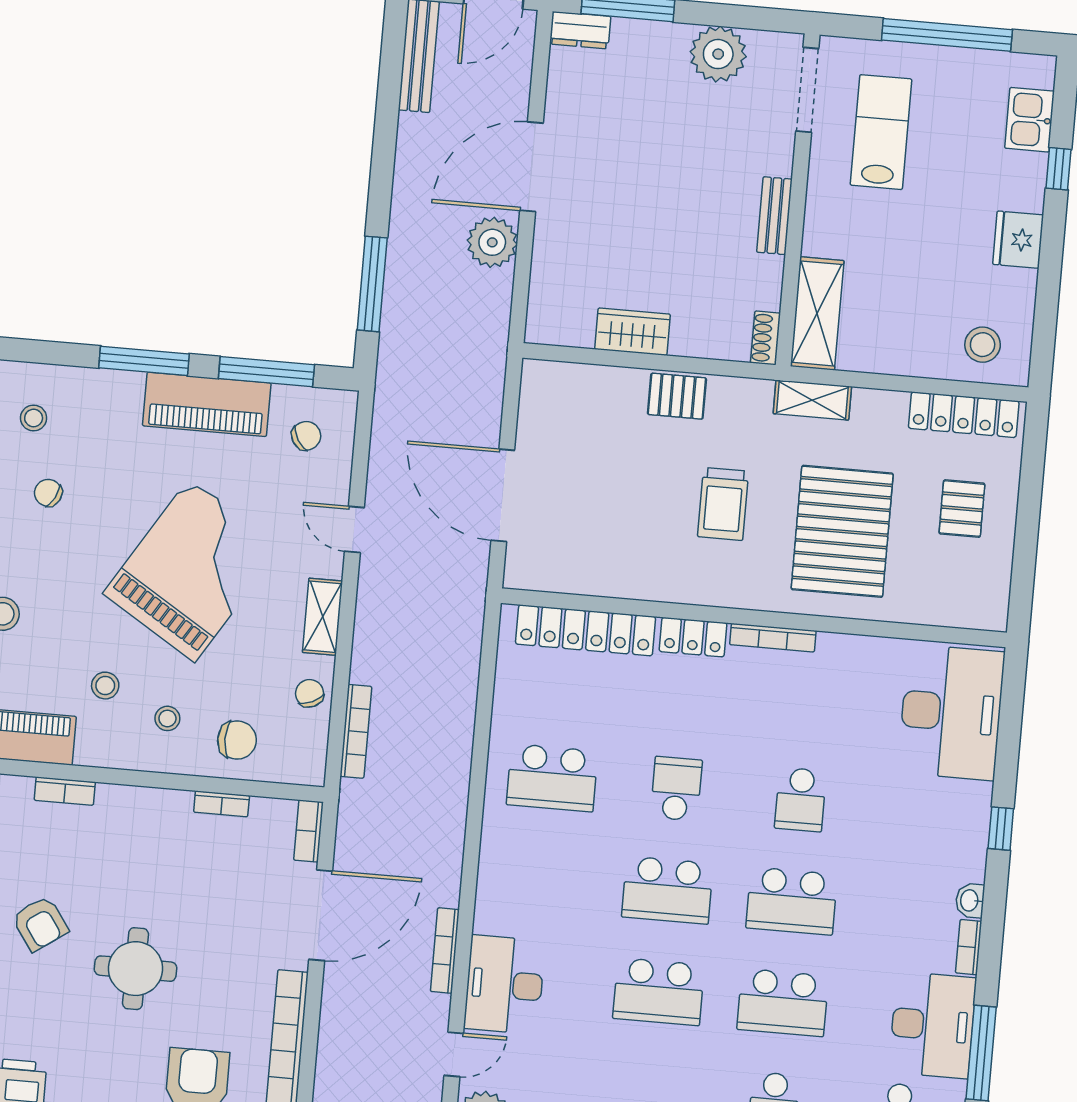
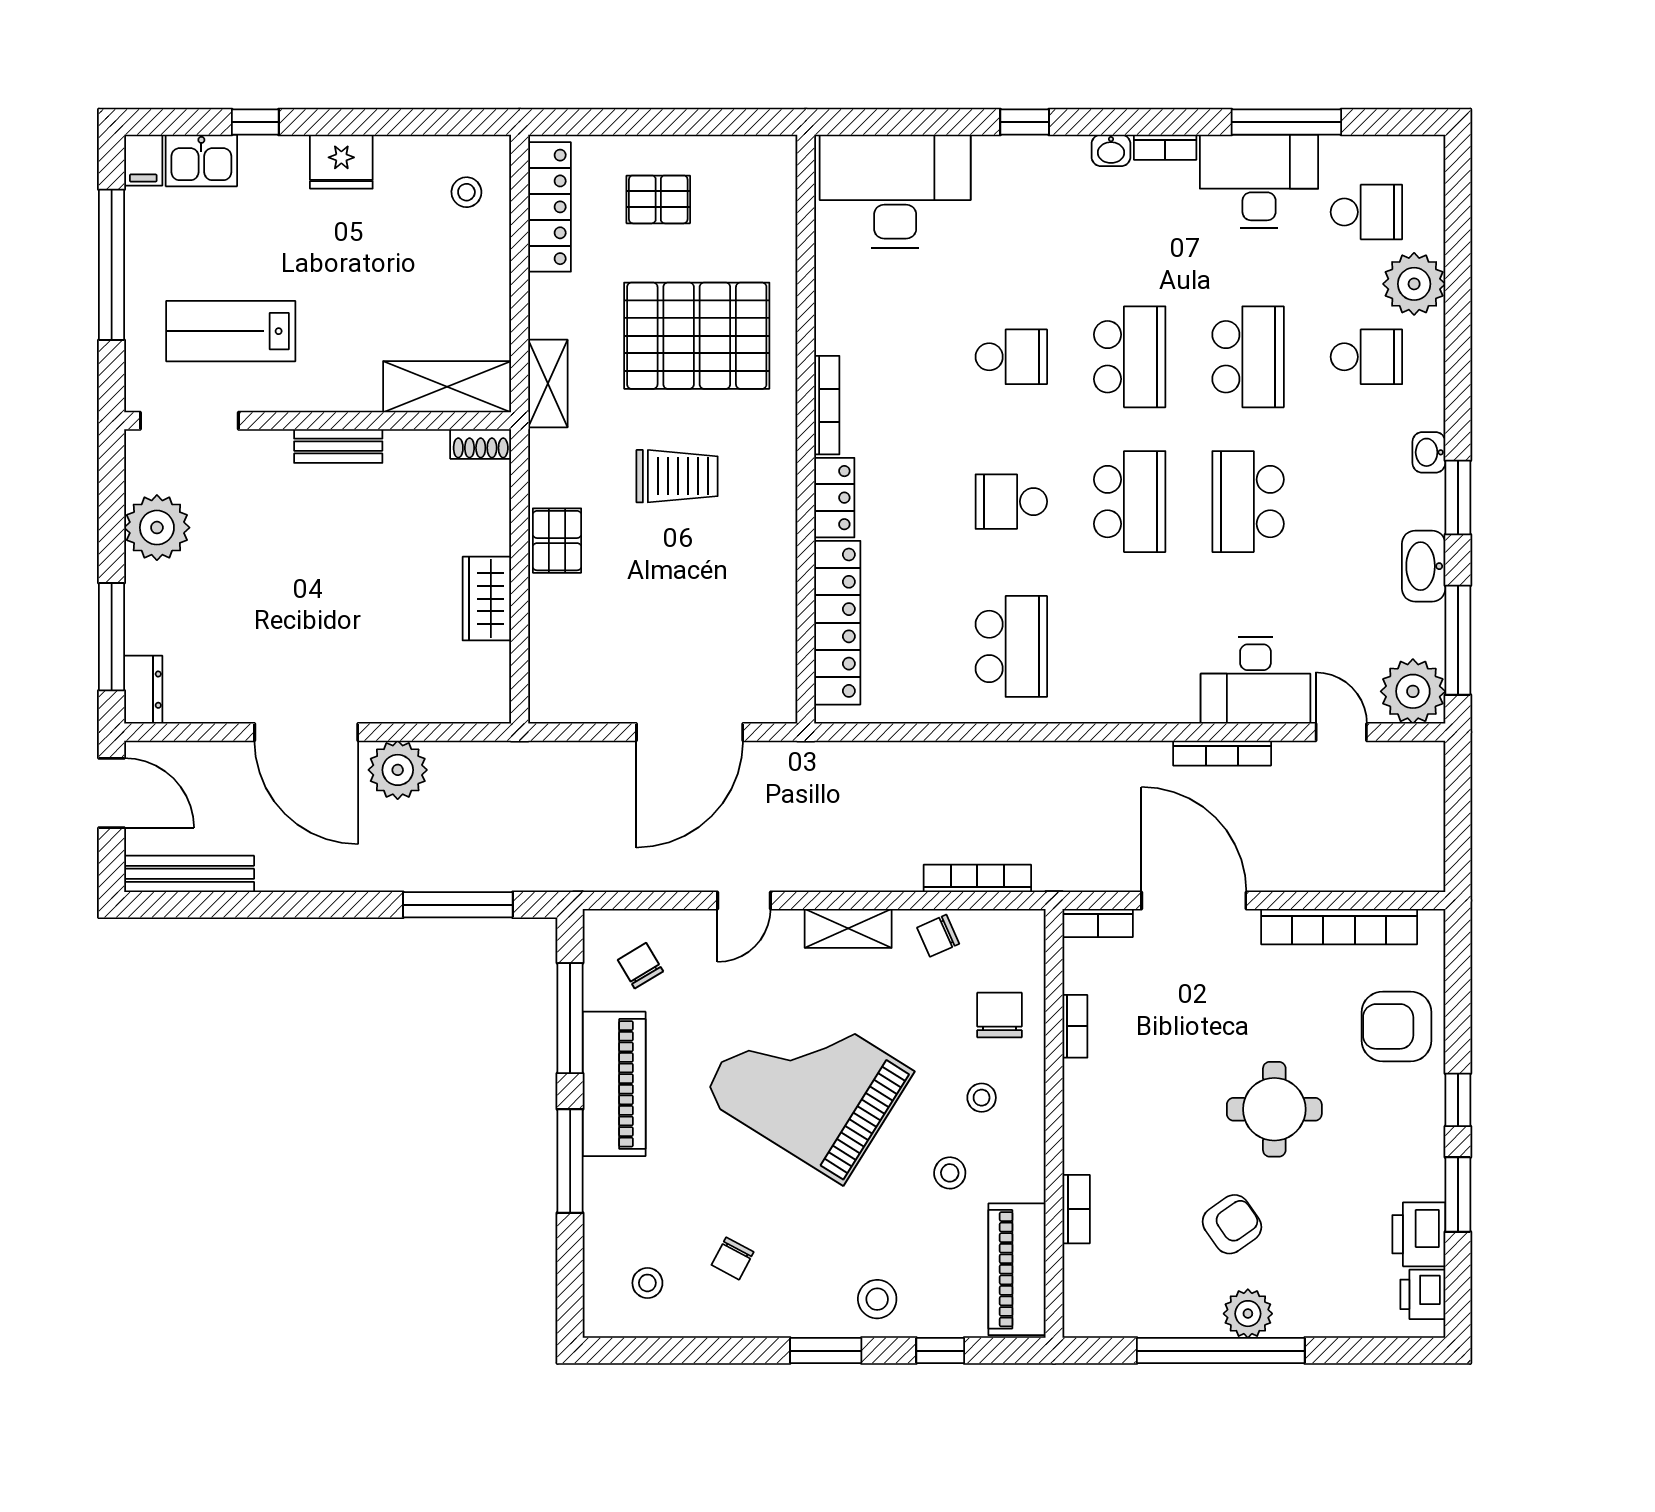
filing cabinet: (1034, 70) -> (143, 160), added
stool: (983, 345) -> (466, 192), width x0.73, depth x0.73
school desk: (659, 992) -> (1248, 502), turned 180

